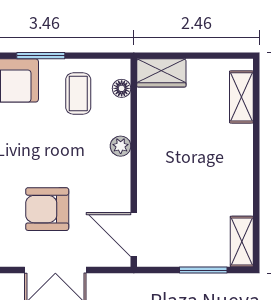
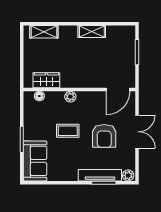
wardrobe: (161, 73) -> (46, 80), moved, turned -90
coffee table: (78, 93) -> (68, 131), moved
shelving: (242, 241) -> (92, 32), moved

